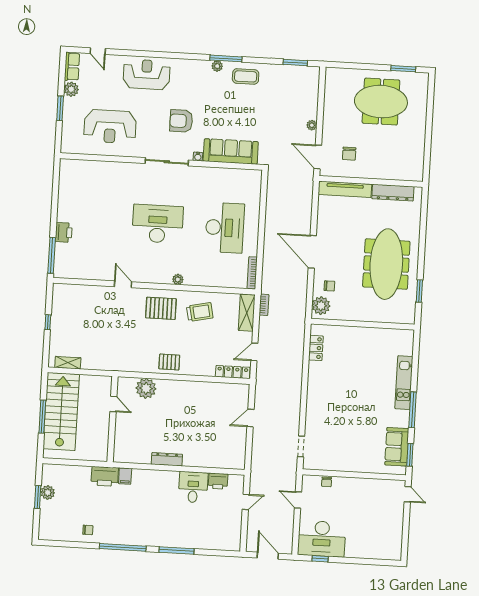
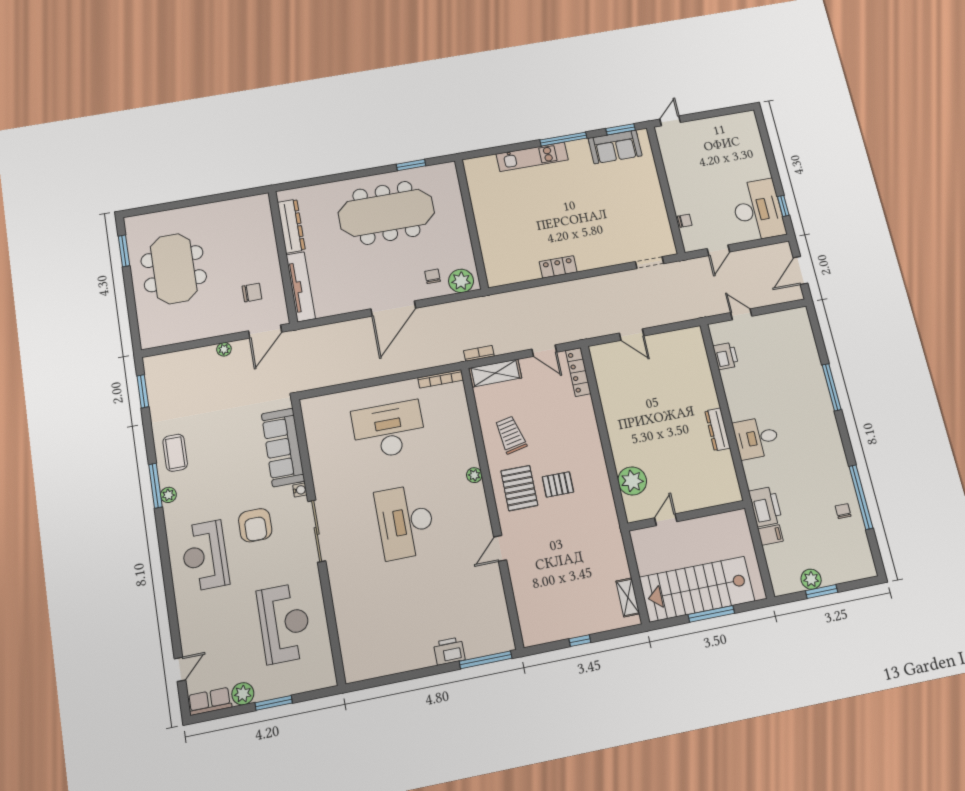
reception desk: (147, 74) -> (205, 556), moved
locker: (316, 348) -> (558, 267), moved
pallet: (169, 362) -> (558, 484), moved, turned 90
filing cabinet: (125, 476) -> (770, 535), moved
desk: (193, 487) -> (756, 438), moved
window: (123, 547) -> (861, 497), moved

